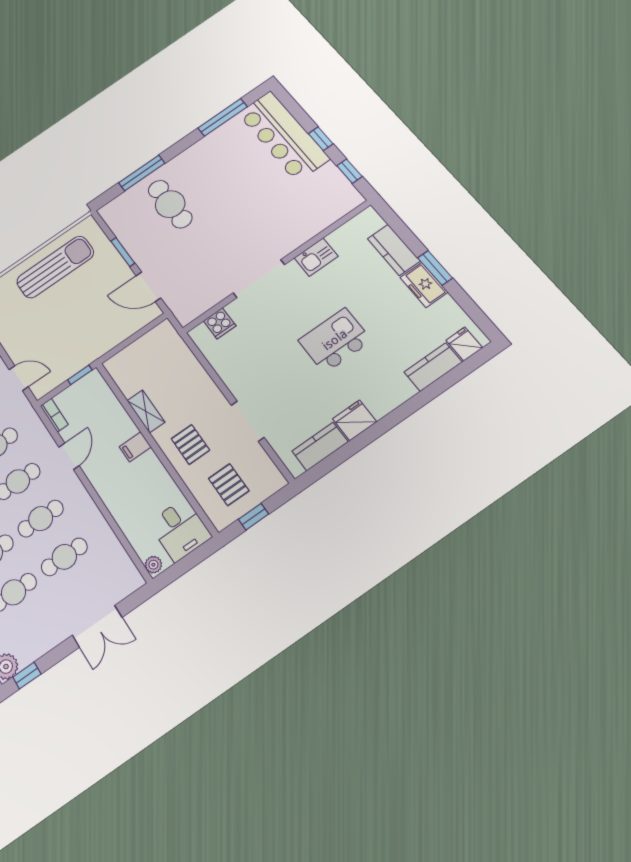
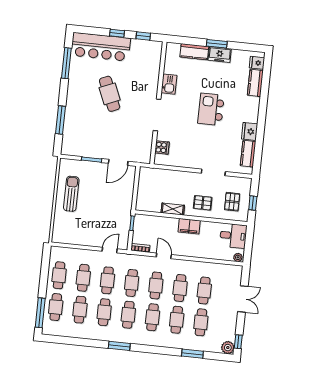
cafe table: (170, 204) -> (110, 94), moved, turned 67
sun lounger: (55, 267) -> (71, 194), width x0.73, depth x0.75
filing cabinet: (135, 447) -> (189, 226), width x2.00
pallet: (229, 485) -> (232, 202), turned 90

